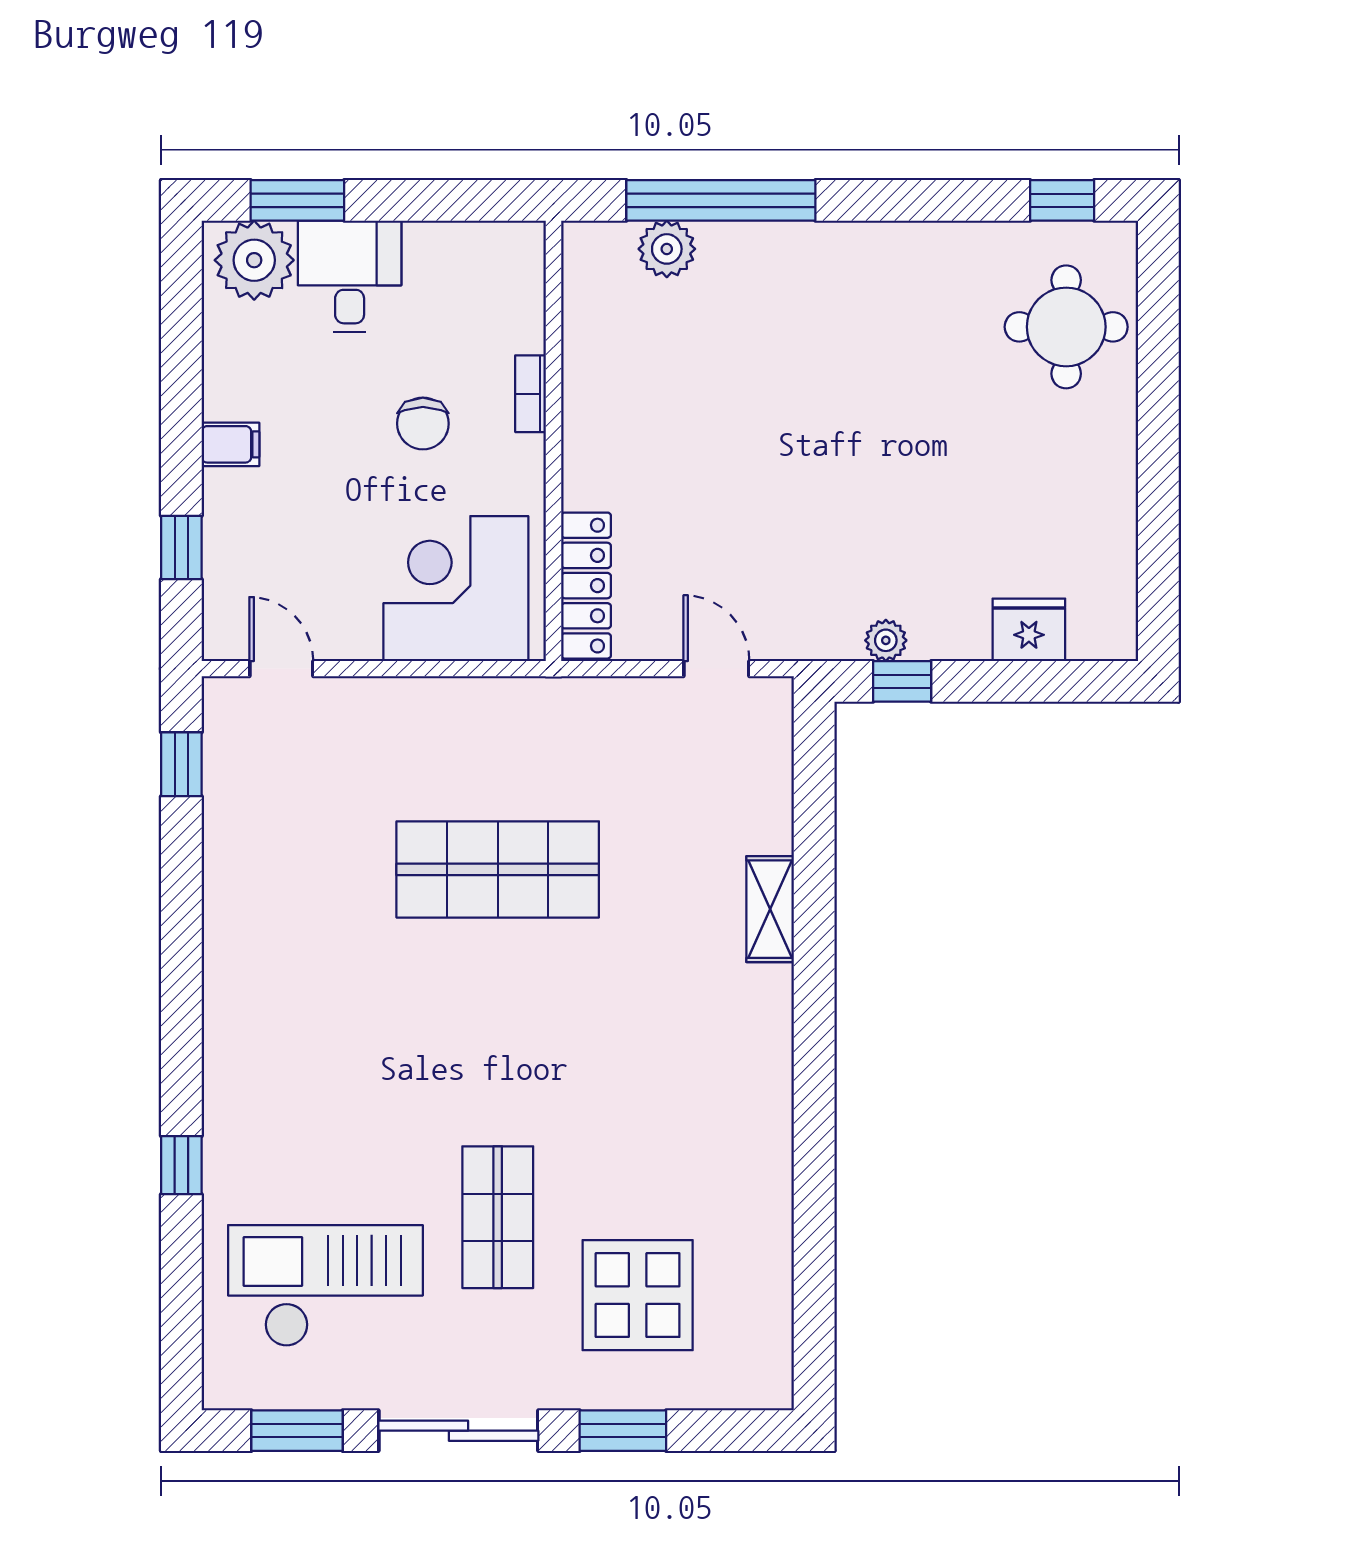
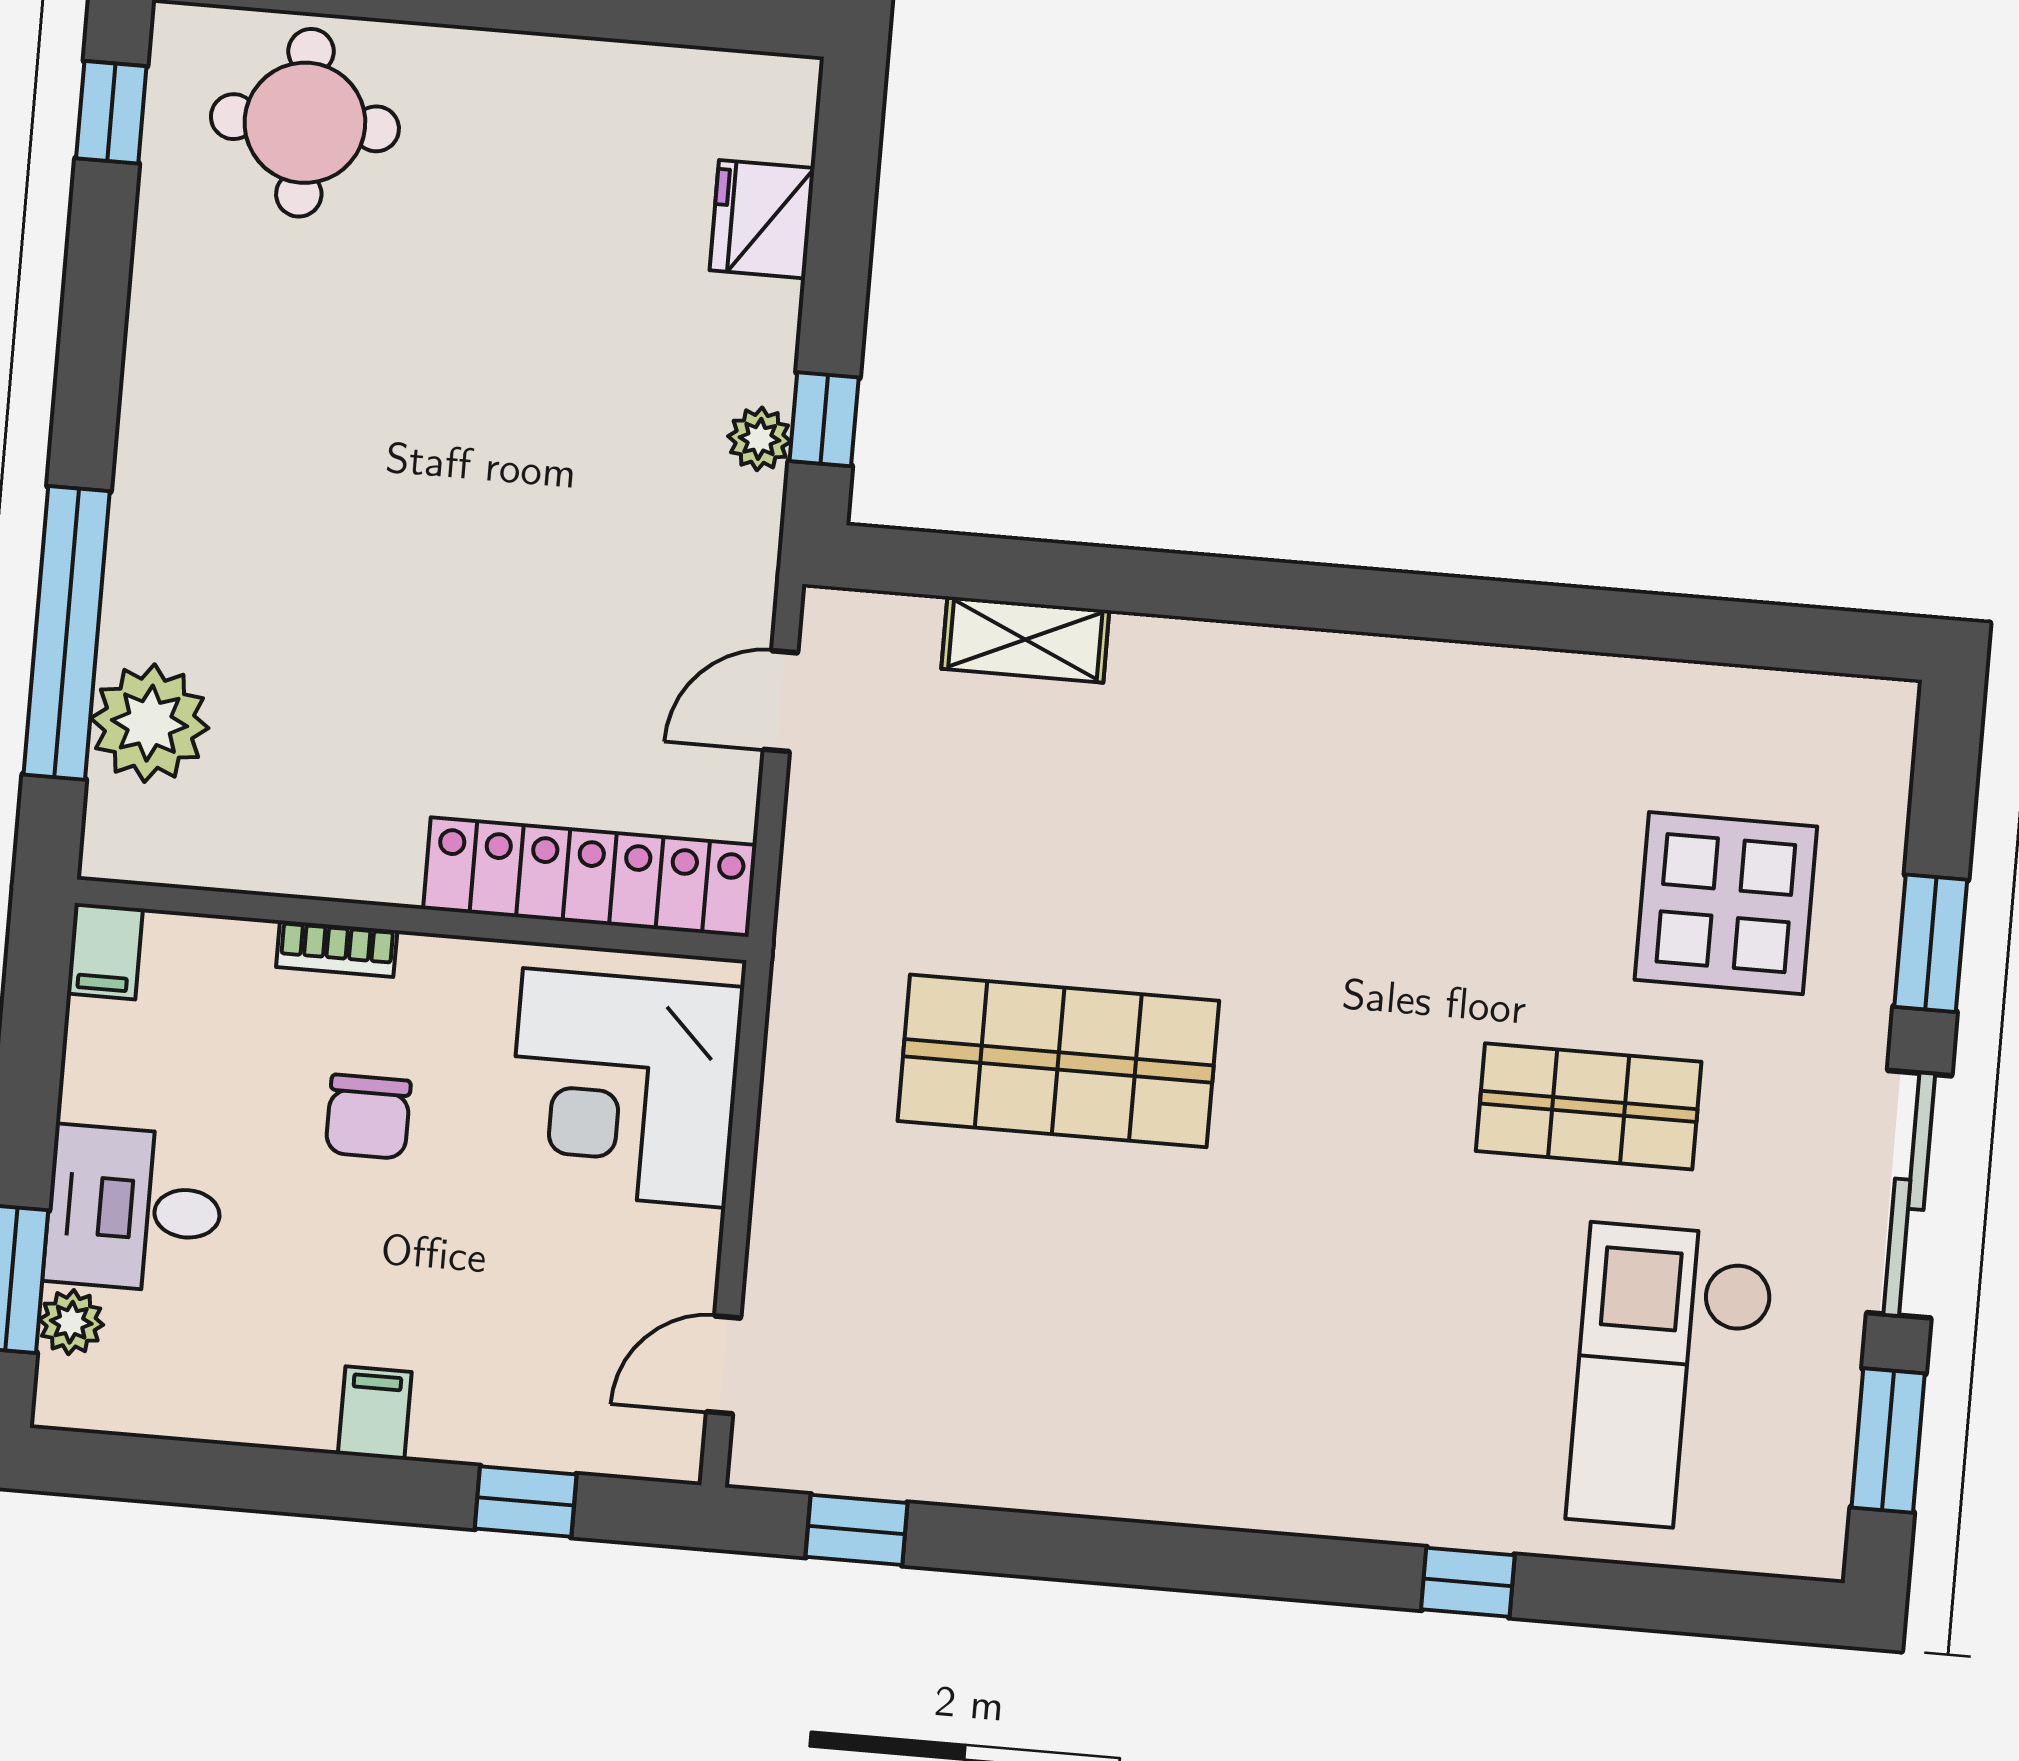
filing cabinet: (516, 243) -> (105, 951), added
plant: (667, 249) -> (150, 723), width x1.36, depth x1.36
plant: (254, 260) -> (71, 1322), width x0.53, depth x0.53
chair: (423, 424) -> (368, 1117), turned 90
locker: (586, 586) -> (590, 877), width x1.41, depth x1.21
shop shelf: (498, 869) -> (1058, 1061), turned 90
shelving: (770, 909) -> (1025, 639), moved

